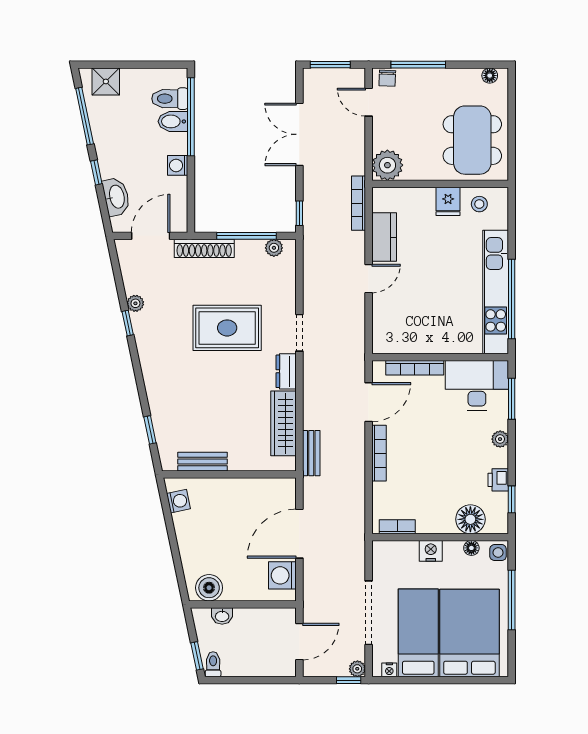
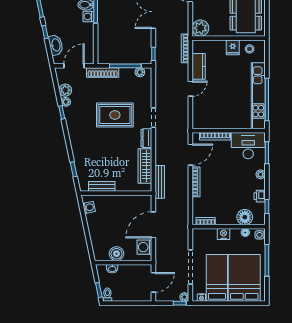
washing machine: (178, 165) -> (88, 16), moved
plant: (134, 281) -> (65, 90), added
bench: (311, 453) -> (160, 182), width x1.36
boiler: (209, 588) -> (117, 254), moved

